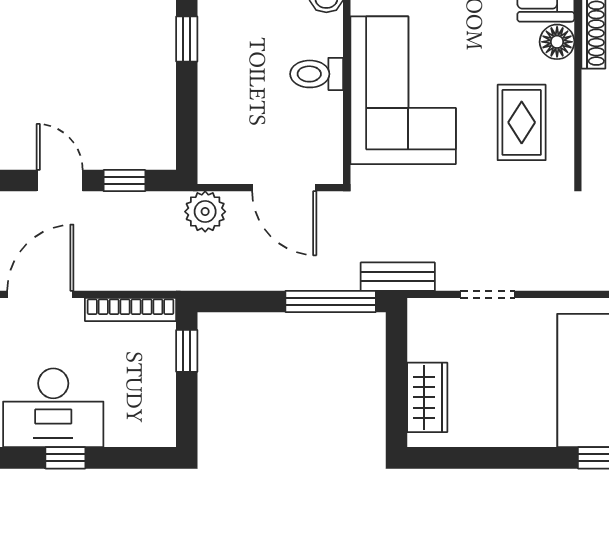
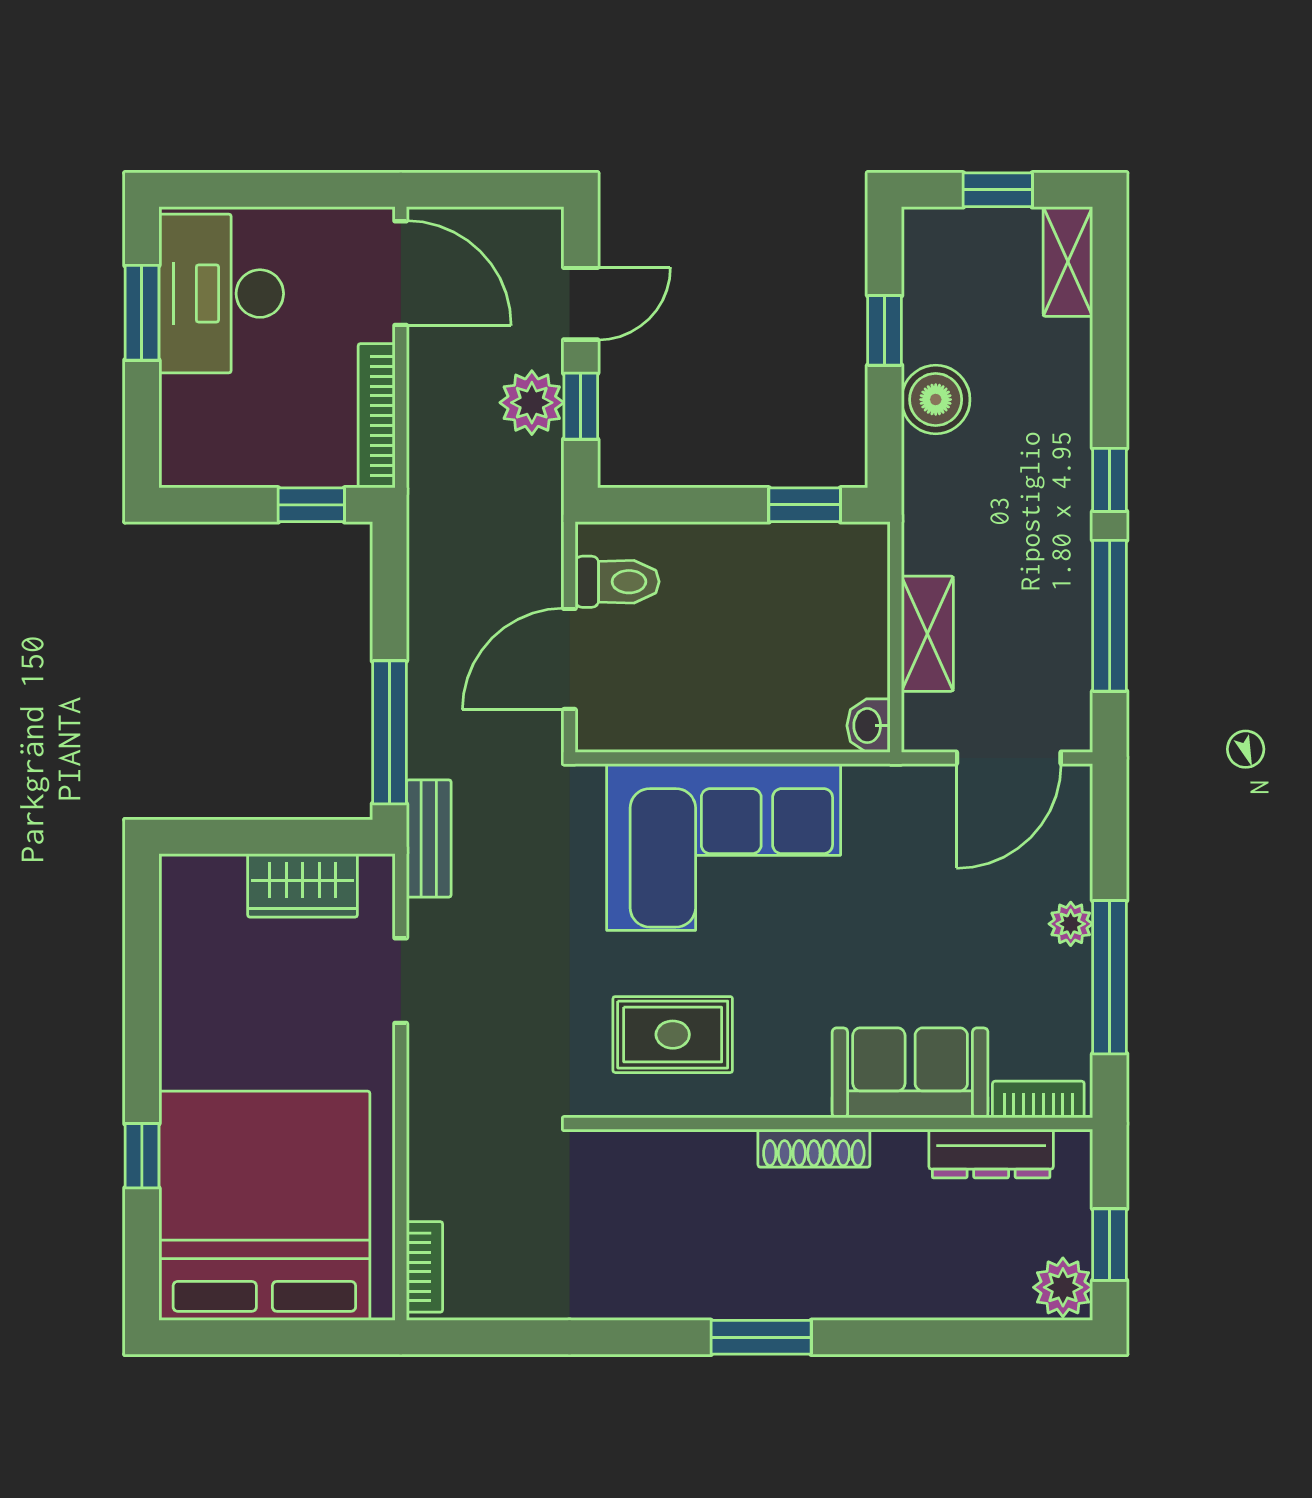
floor lamp: (557, 42) -> (800, 1091), removed
toilet: (317, 74) -> (617, 582), moved, turned 90
plant: (205, 212) -> (532, 403), moved
wardrobe: (427, 397) -> (303, 885), moved
window: (65, 458) -> (142, 313), width x1.50

